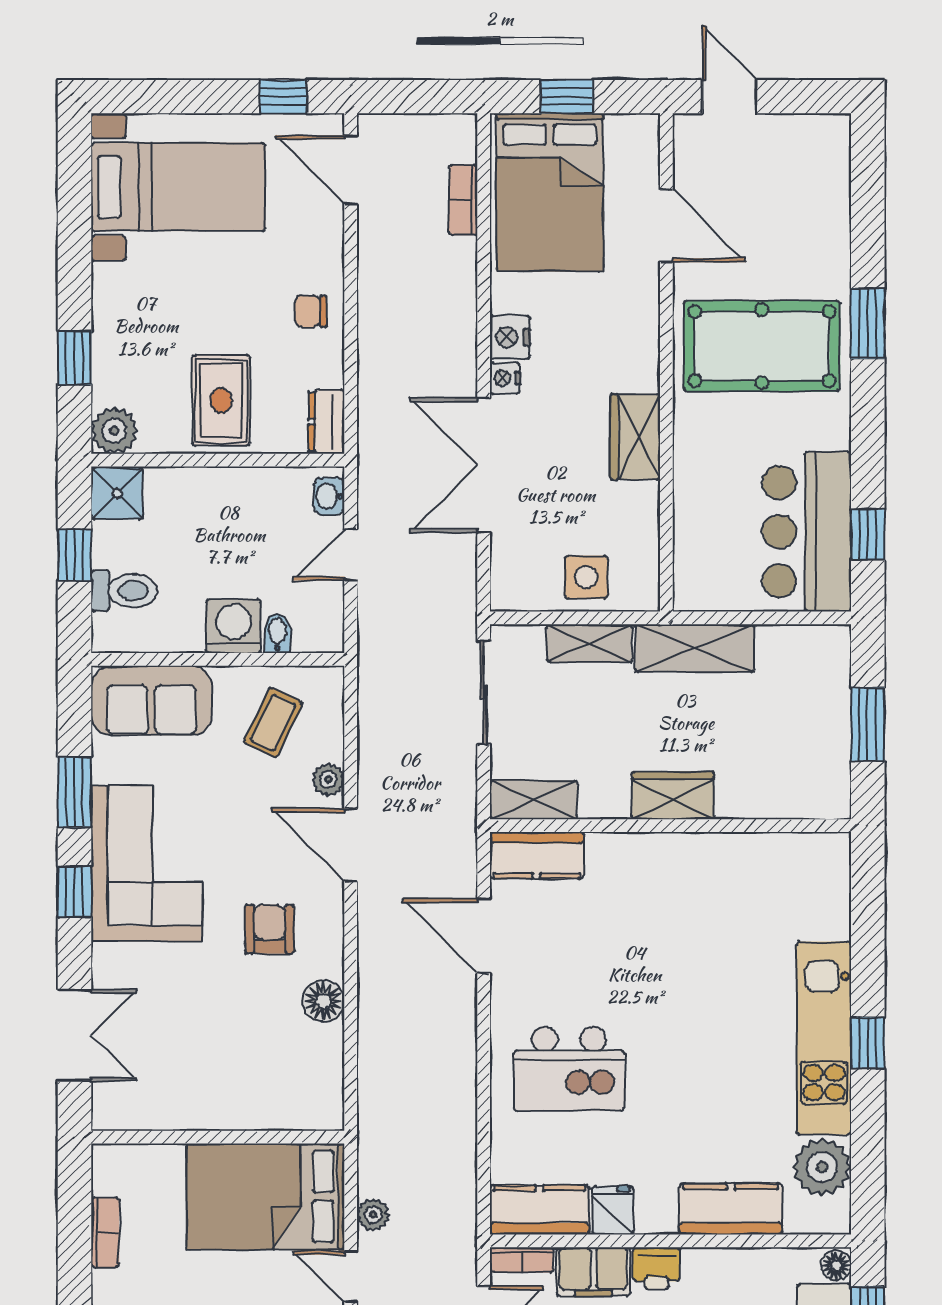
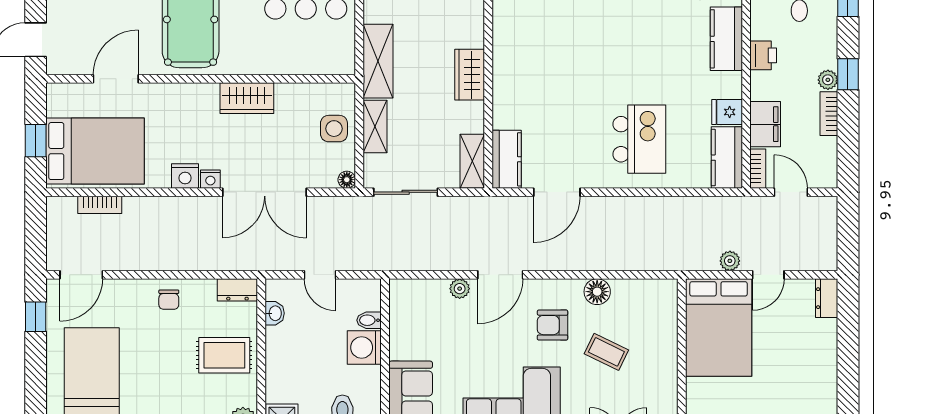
washbasin: (329, 496) -> (275, 313), moved, turned -90
floor lamp: (504, 598) -> (347, 180), added
coffee table: (273, 722) -> (606, 352), moved
printer: (657, 1268) -> (763, 55), moved

